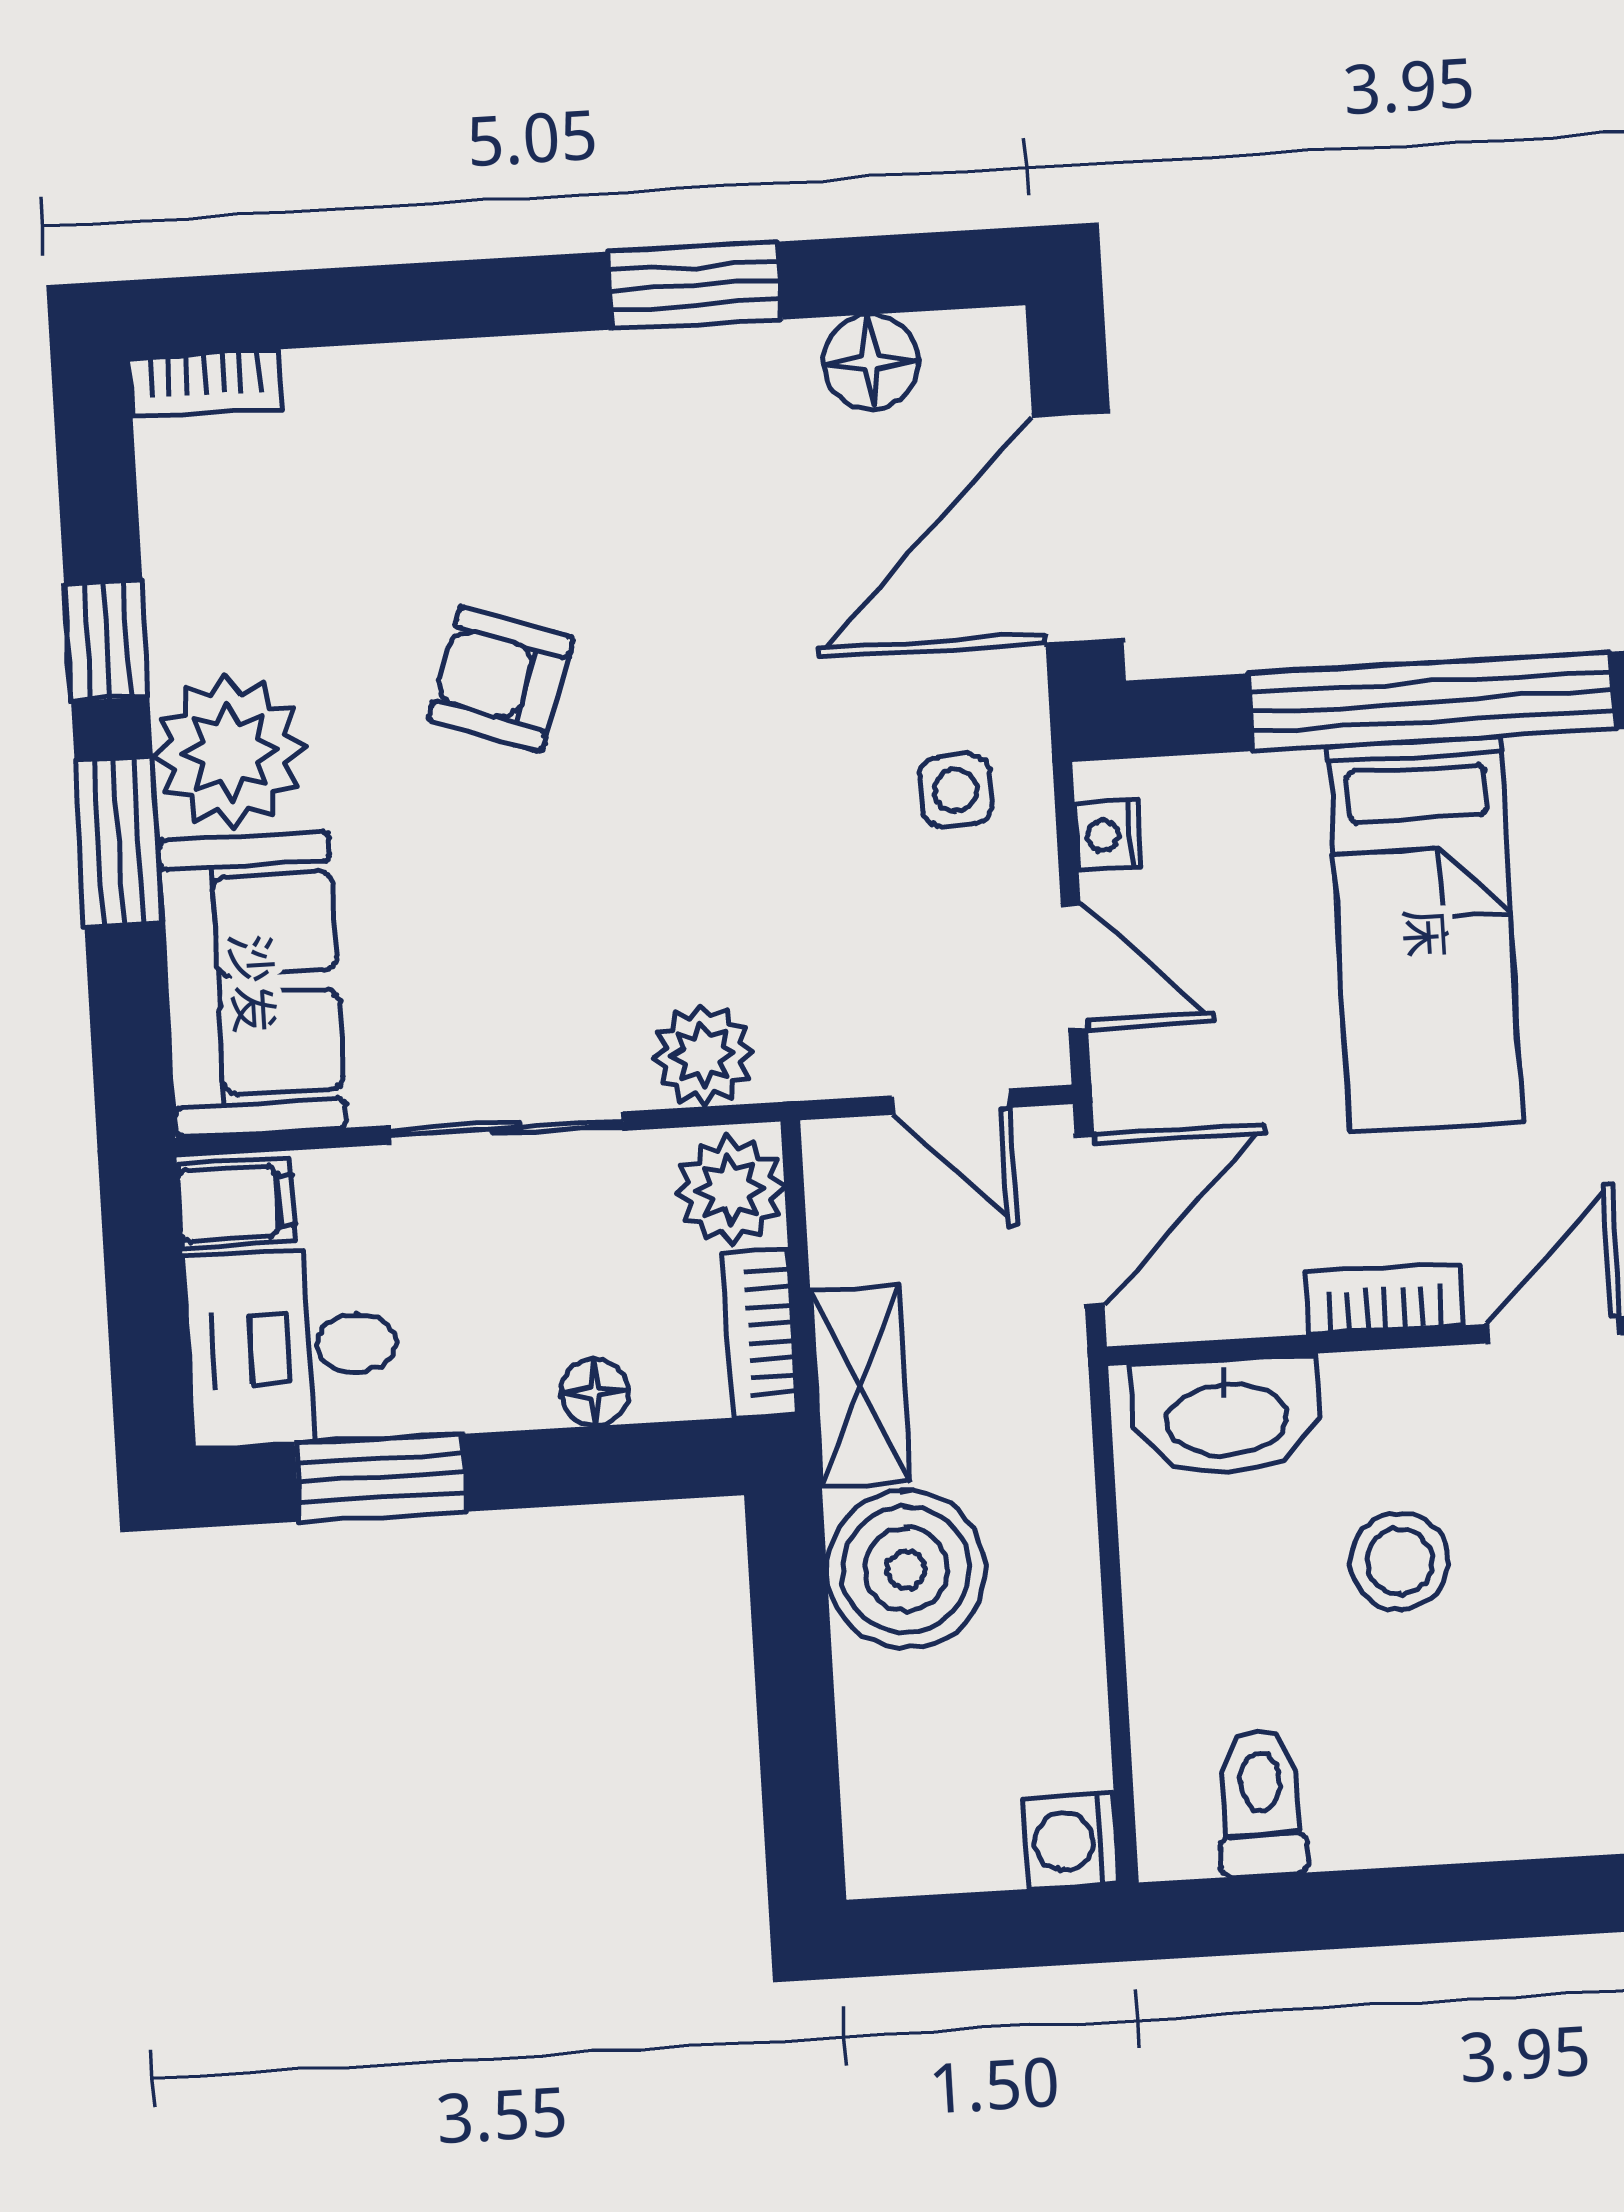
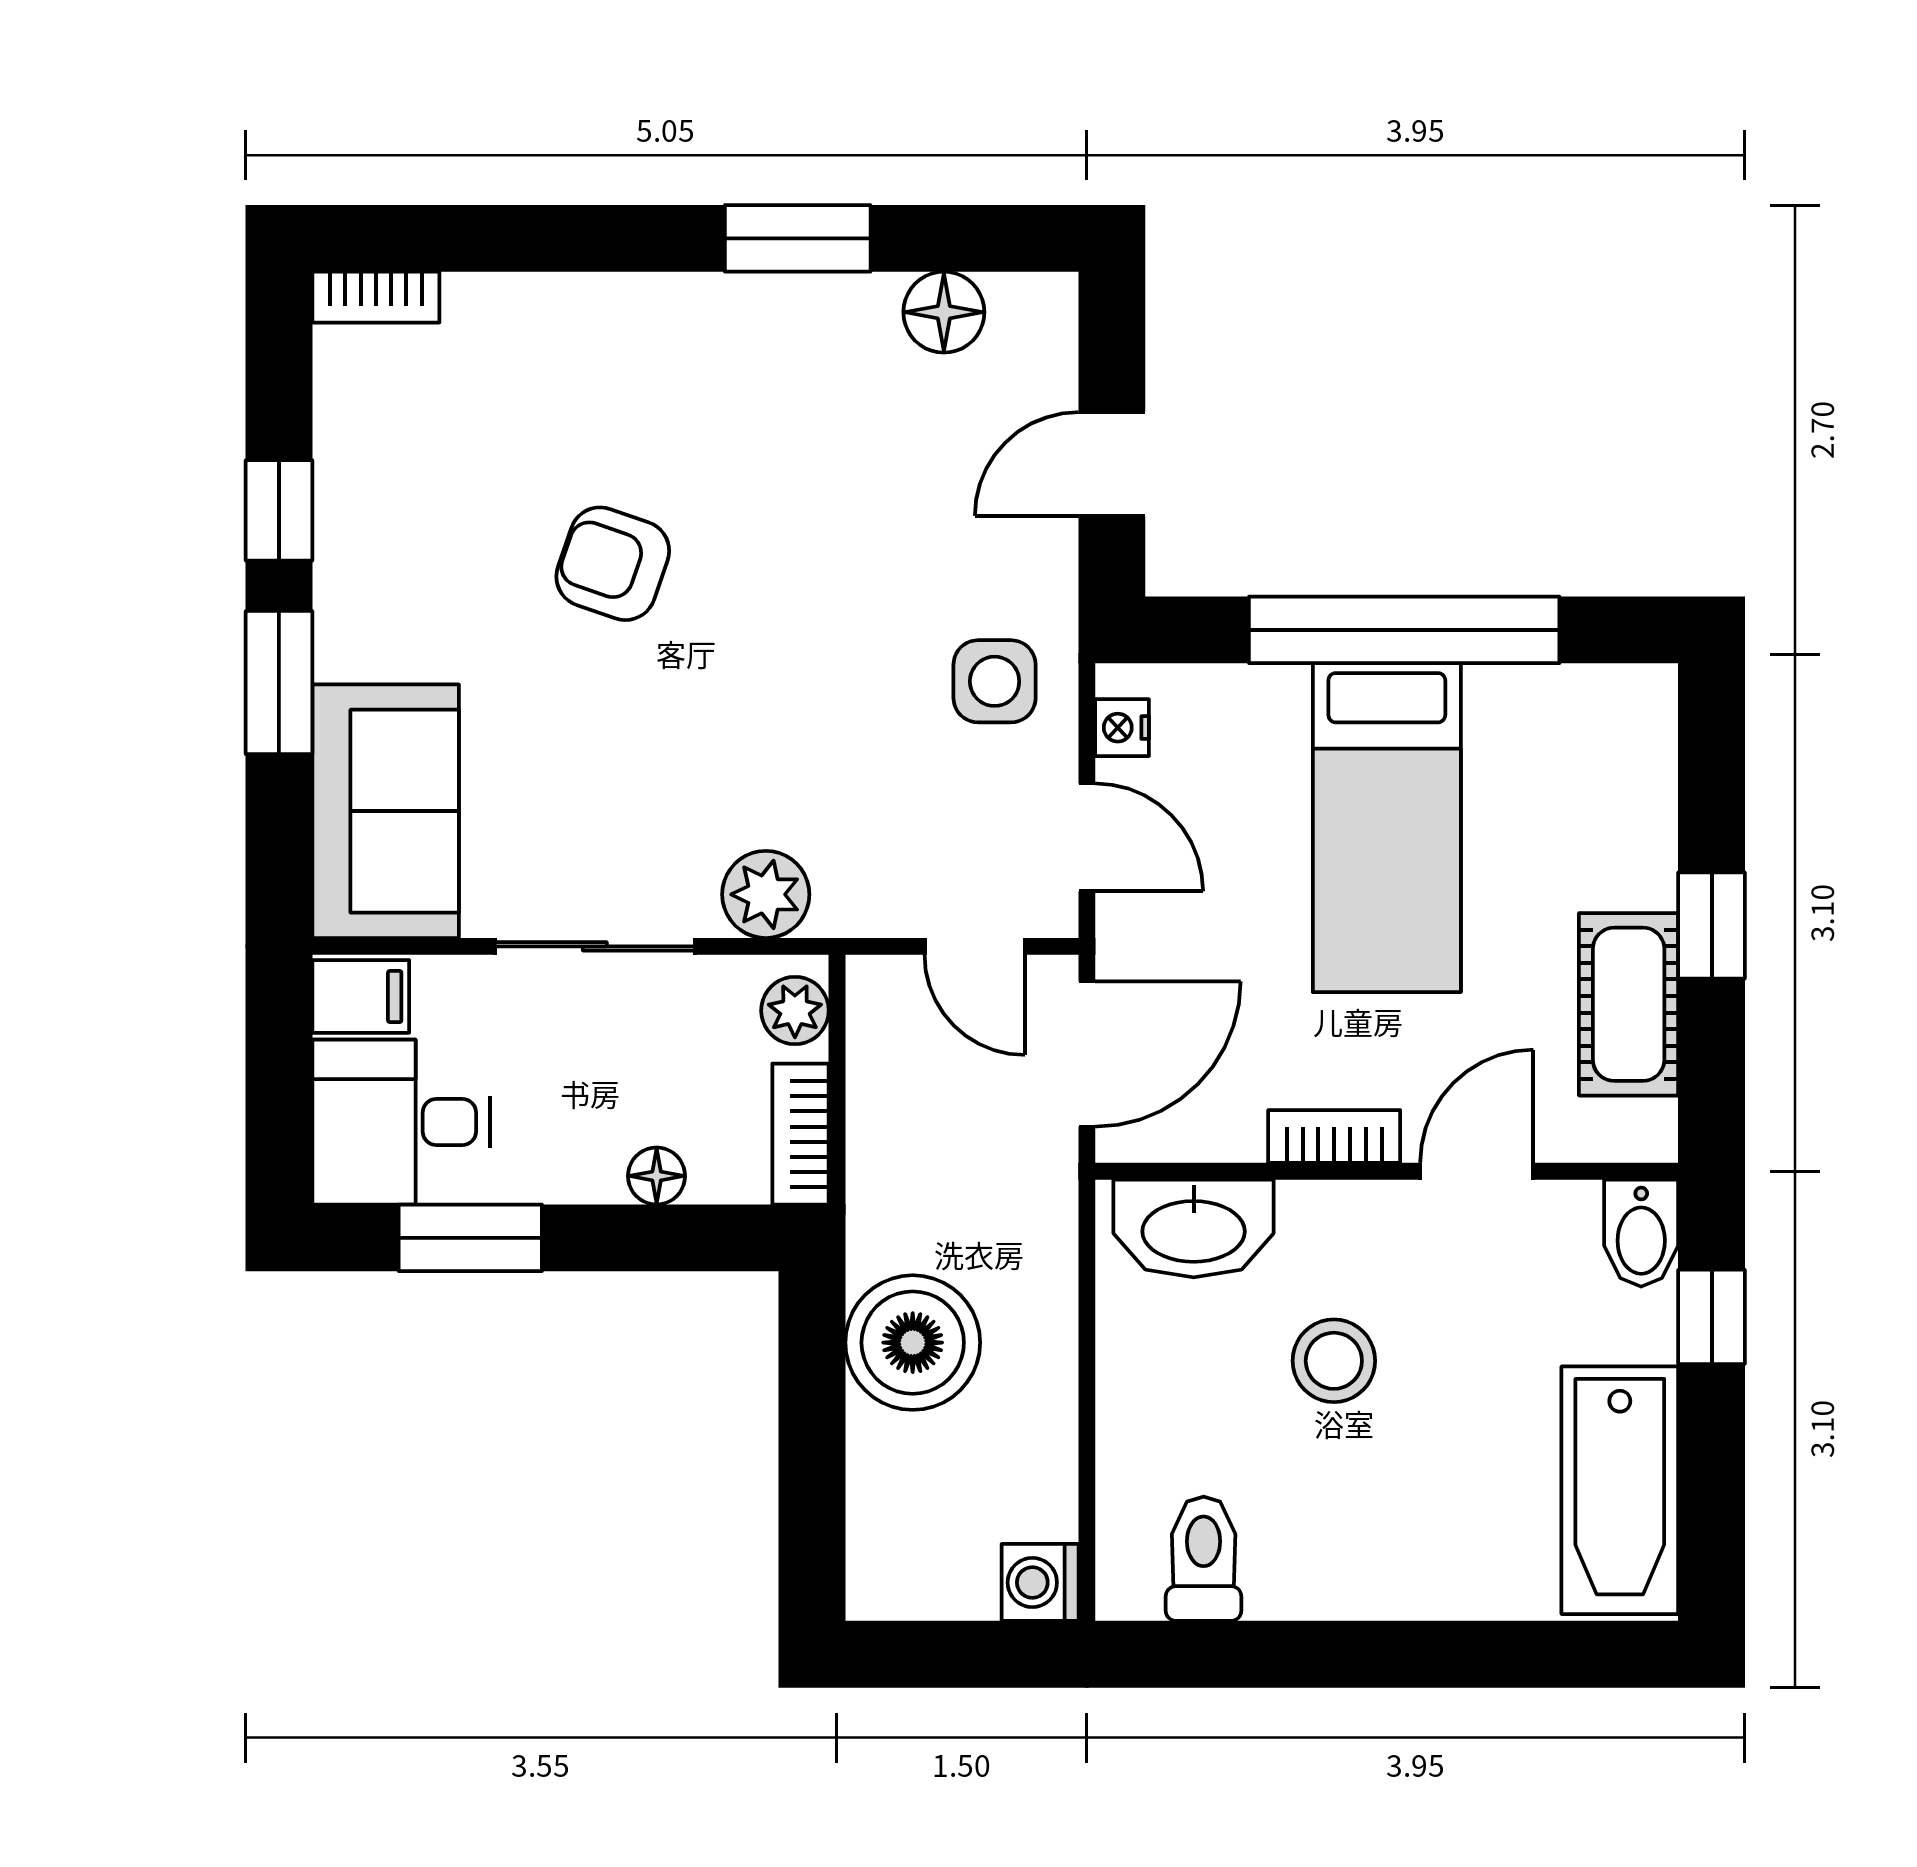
door: (1078, 528) -> (1112, 464), width x0.53
plant: (229, 752) -> (378, 612), removed
side table: (956, 790) -> (995, 681), width x1.37, depth x1.37
plant: (730, 1190) -> (795, 1011), width x0.73, depth x0.73
shelving: (860, 1386) -> (883, 1184), removed

